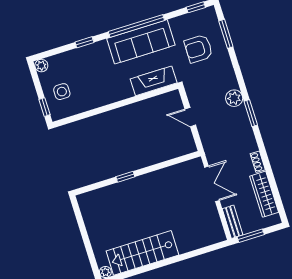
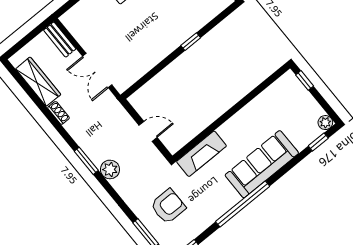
window: (84, 42) -> (318, 142), moved
sofa: (141, 42) -> (262, 164), moved
side table: (62, 92) -> (293, 104), removed
window: (251, 236) -> (35, 33), removed

